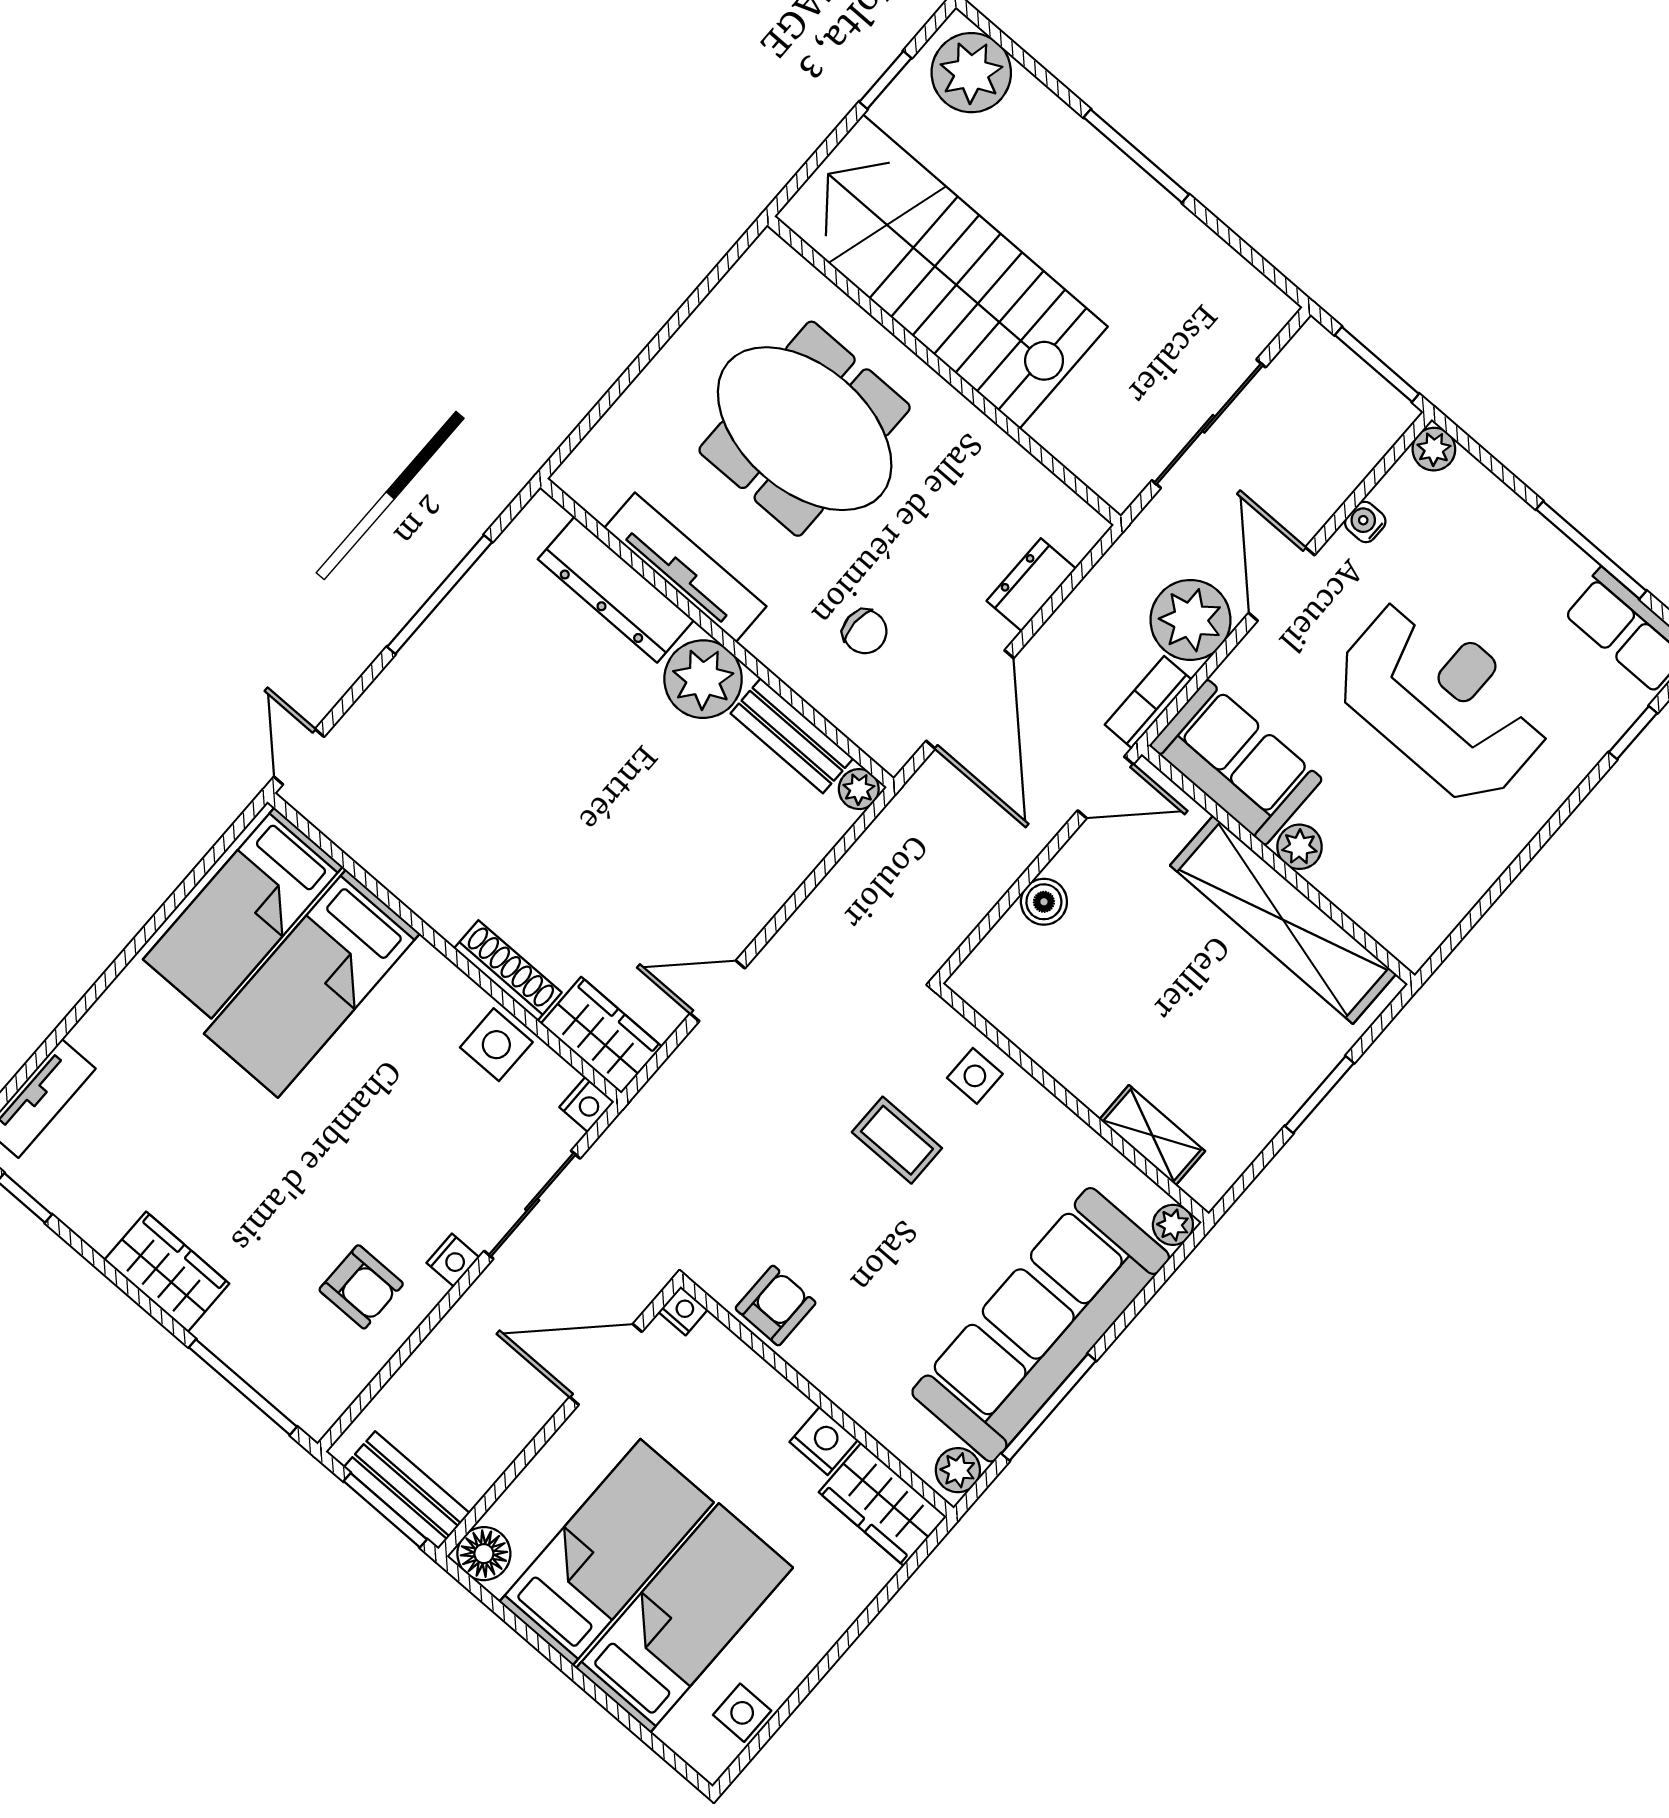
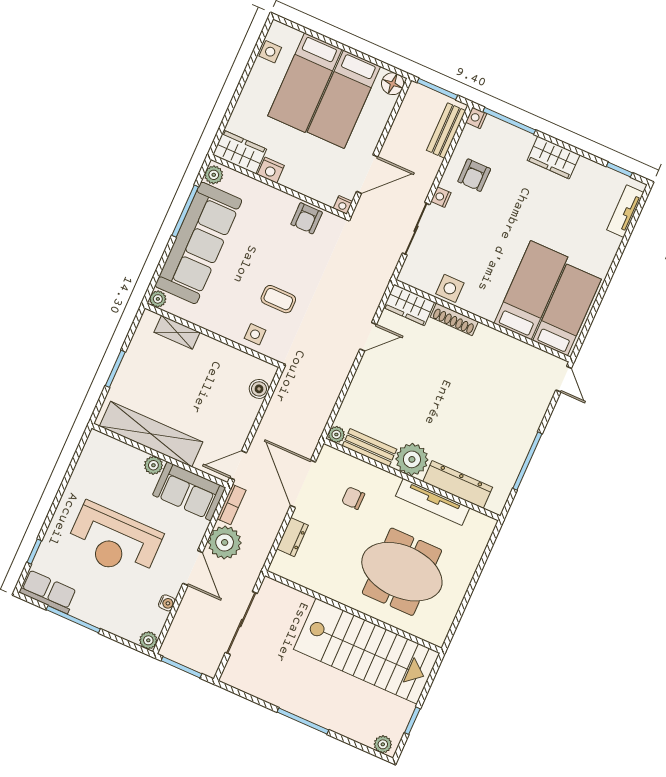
plant: (971, 73) -> (383, 744), width x0.53, depth x0.53
boiler: (1044, 902) -> (259, 389), moved
nightstand: (587, 1104) -> (476, 118), moved
armchair: (361, 1287) -> (474, 175), turned -90
bench: (407, 1490) -> (446, 131), moved, turned 90

